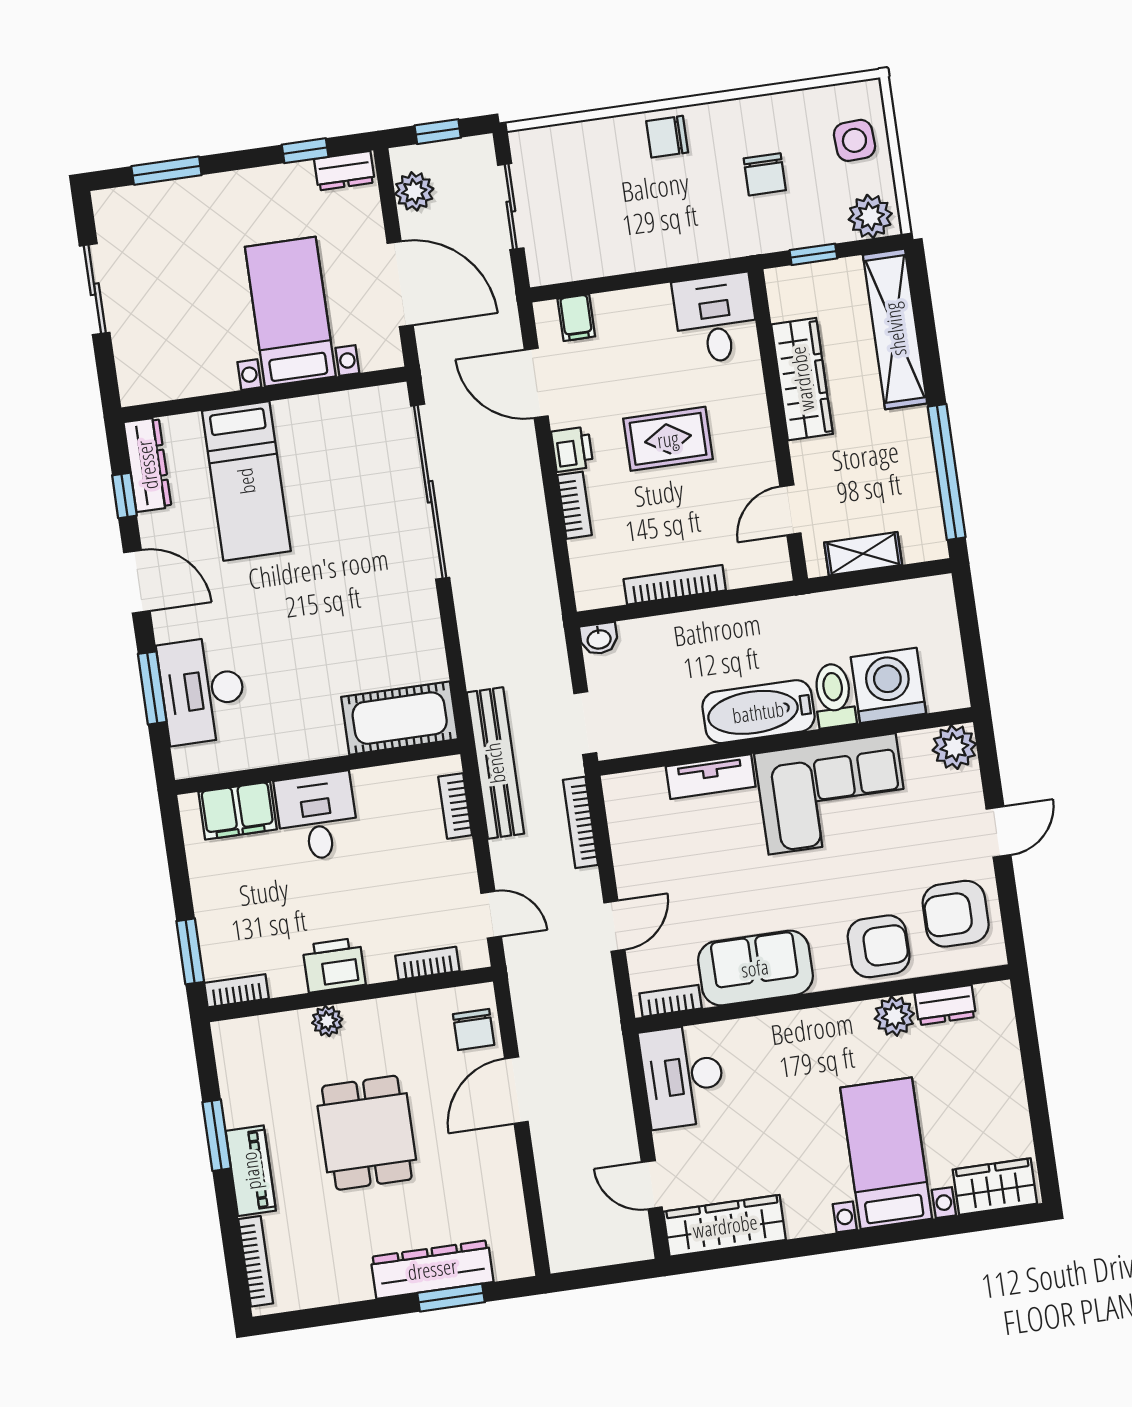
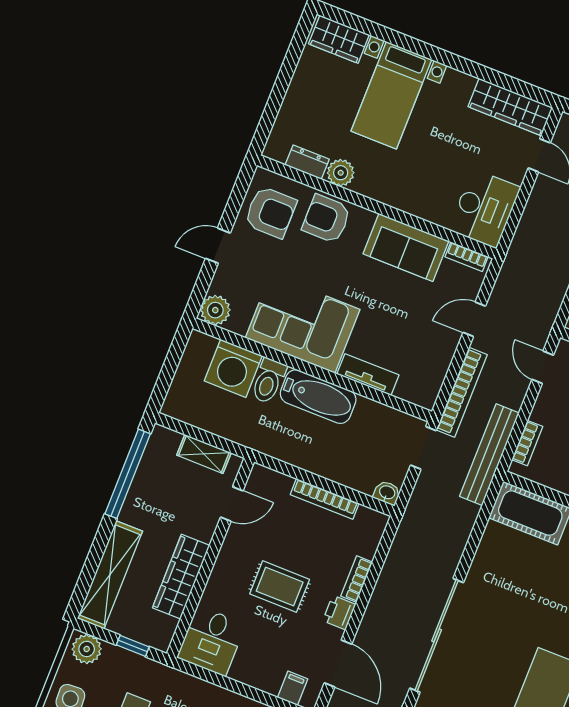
bookcase: (580, 822) -> (462, 392), width x1.48, depth x1.31

